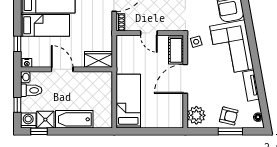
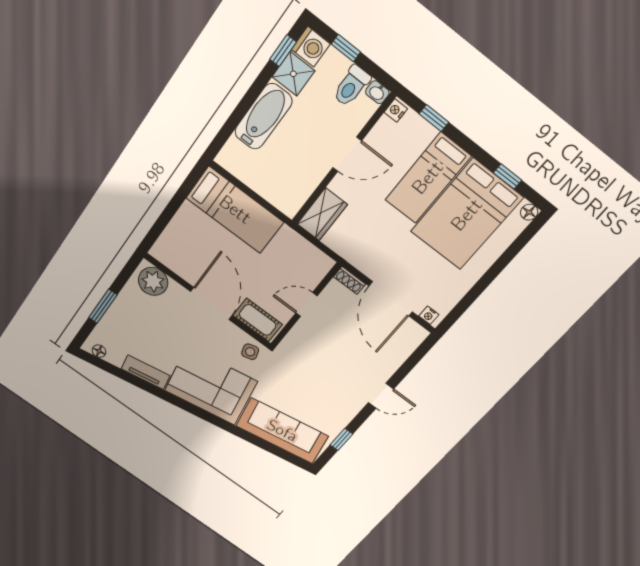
armchair: (229, 116) -> (124, 319), removed

